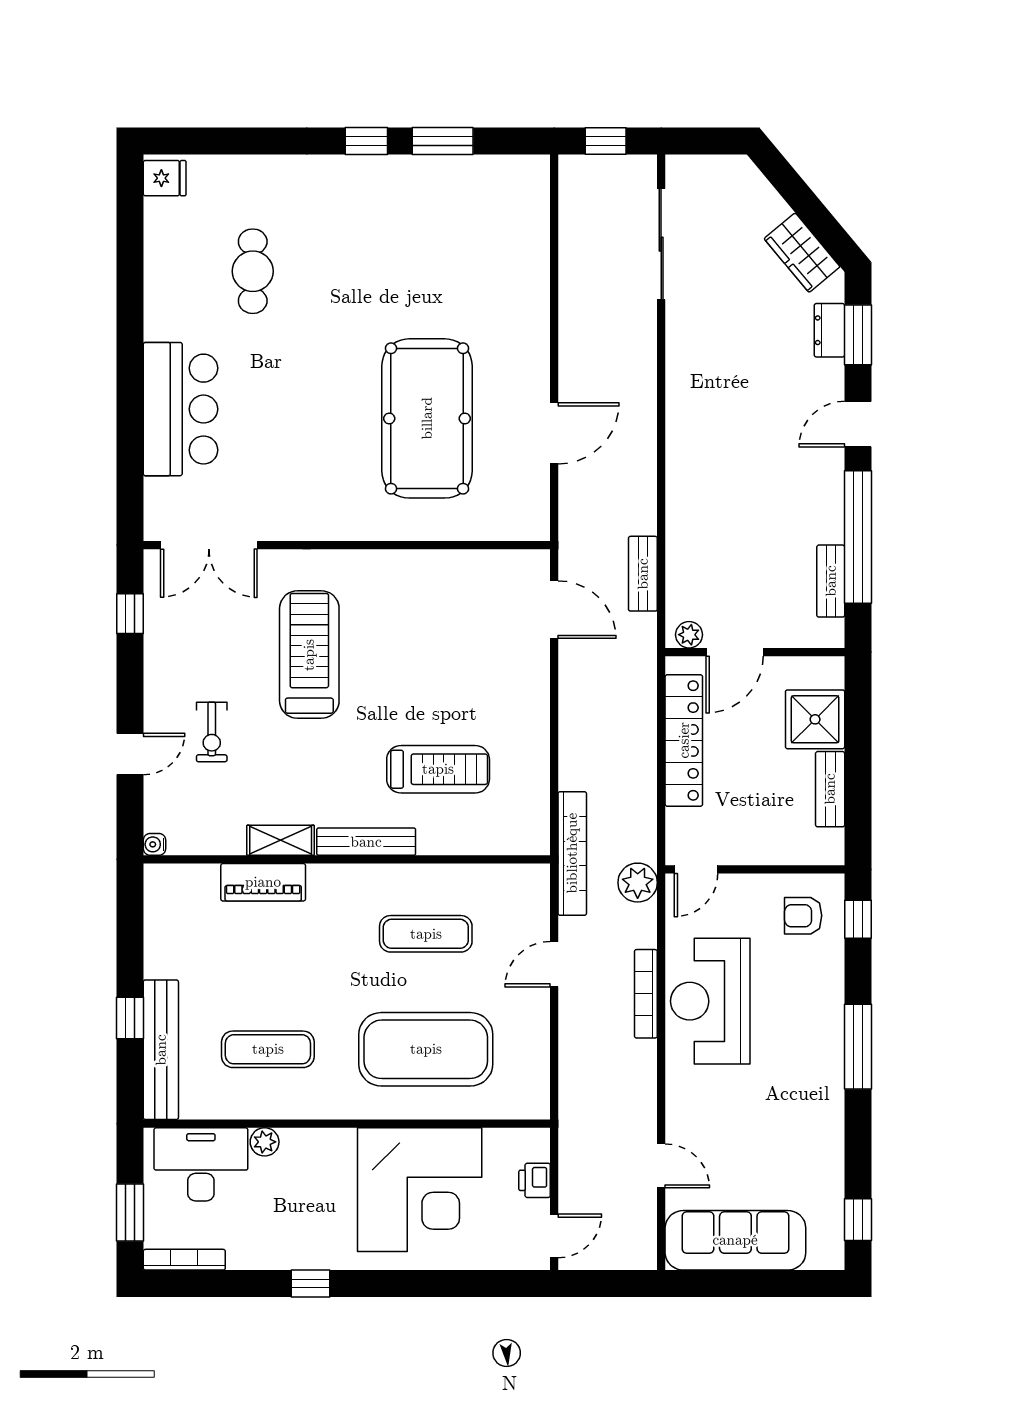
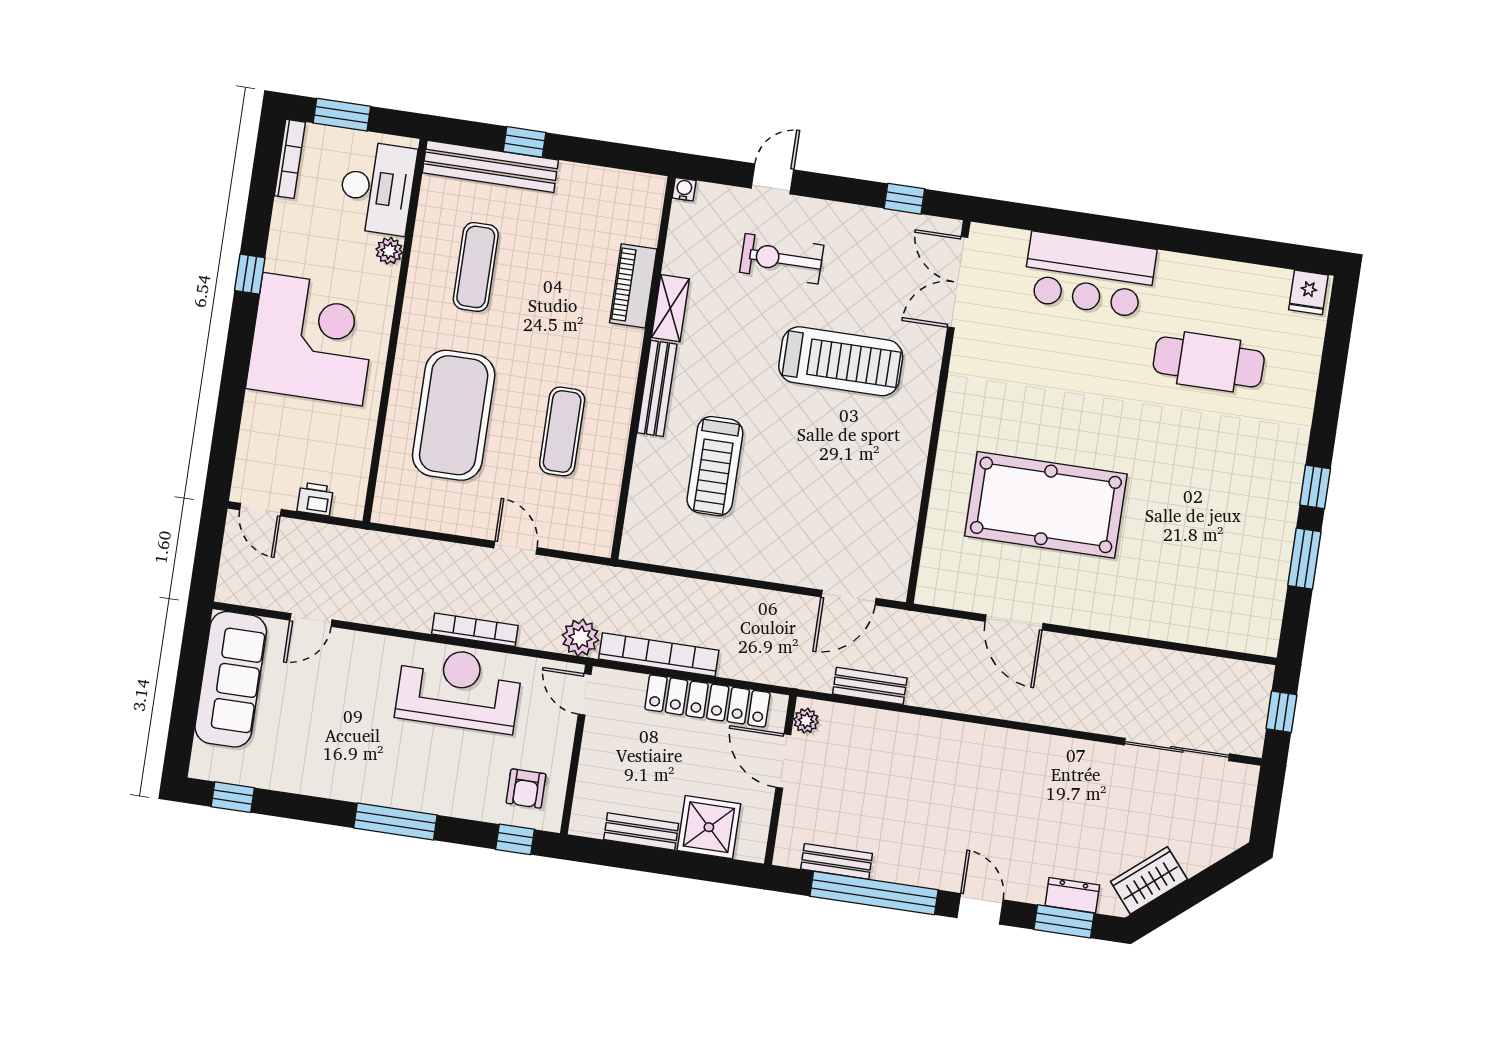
cafe table: (253, 271) -> (1209, 362), width x1.37, depth x1.35
exercise bike: (212, 732) -> (782, 259), width x1.38, depth x1.39
door: (130, 754) -> (772, 179), swing flipped
bookcase: (572, 853) -> (659, 655), moved, turned 180
armchair: (803, 916) -> (526, 789), turned 180
corner desk: (420, 1190) -> (312, 339), moved, turned 180

